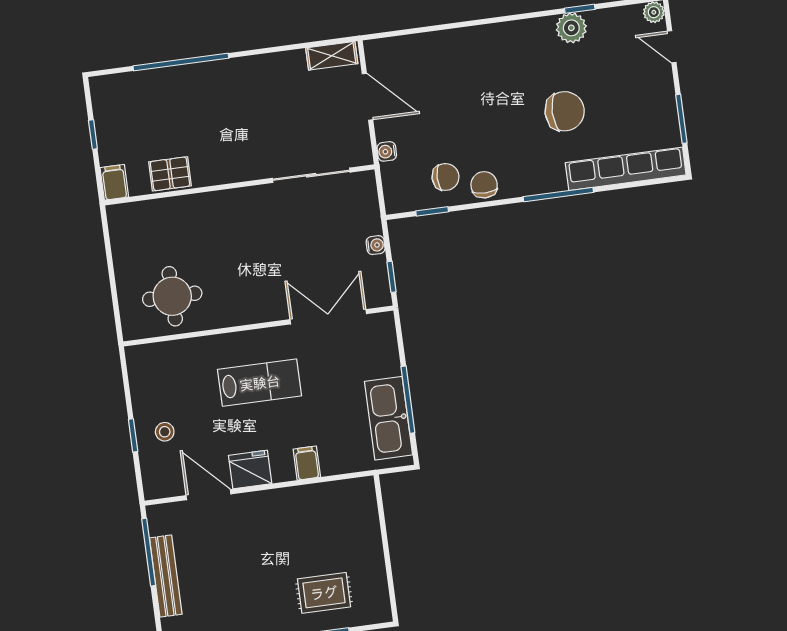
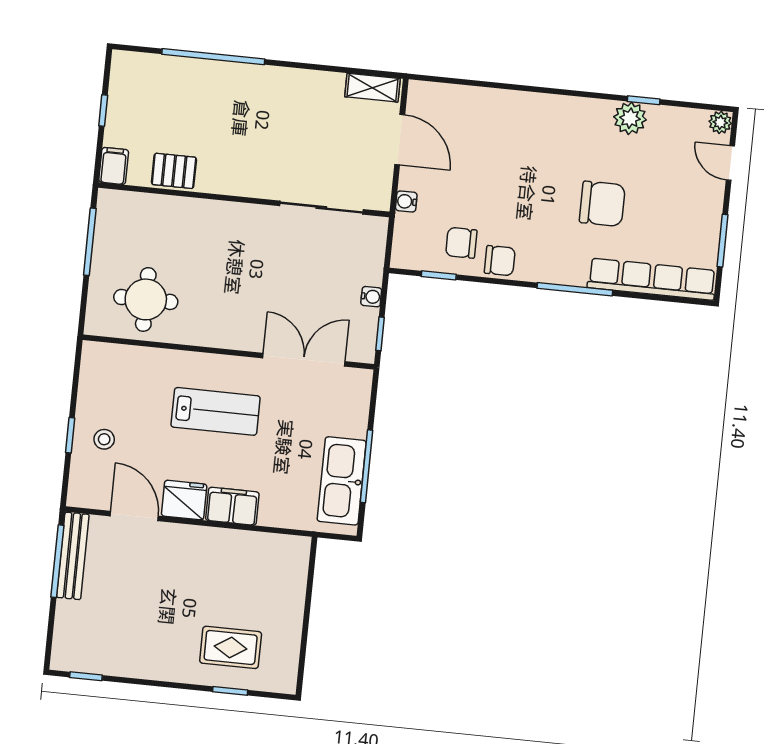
chair: (446, 177) -> (461, 243), turned 180
chair: (484, 185) -> (500, 261), turned 90
window: (109, 256) -> (90, 242), added
filing cabinet: (307, 463) -> (232, 506), width x2.00
bench: (166, 576) -> (73, 556), moved

